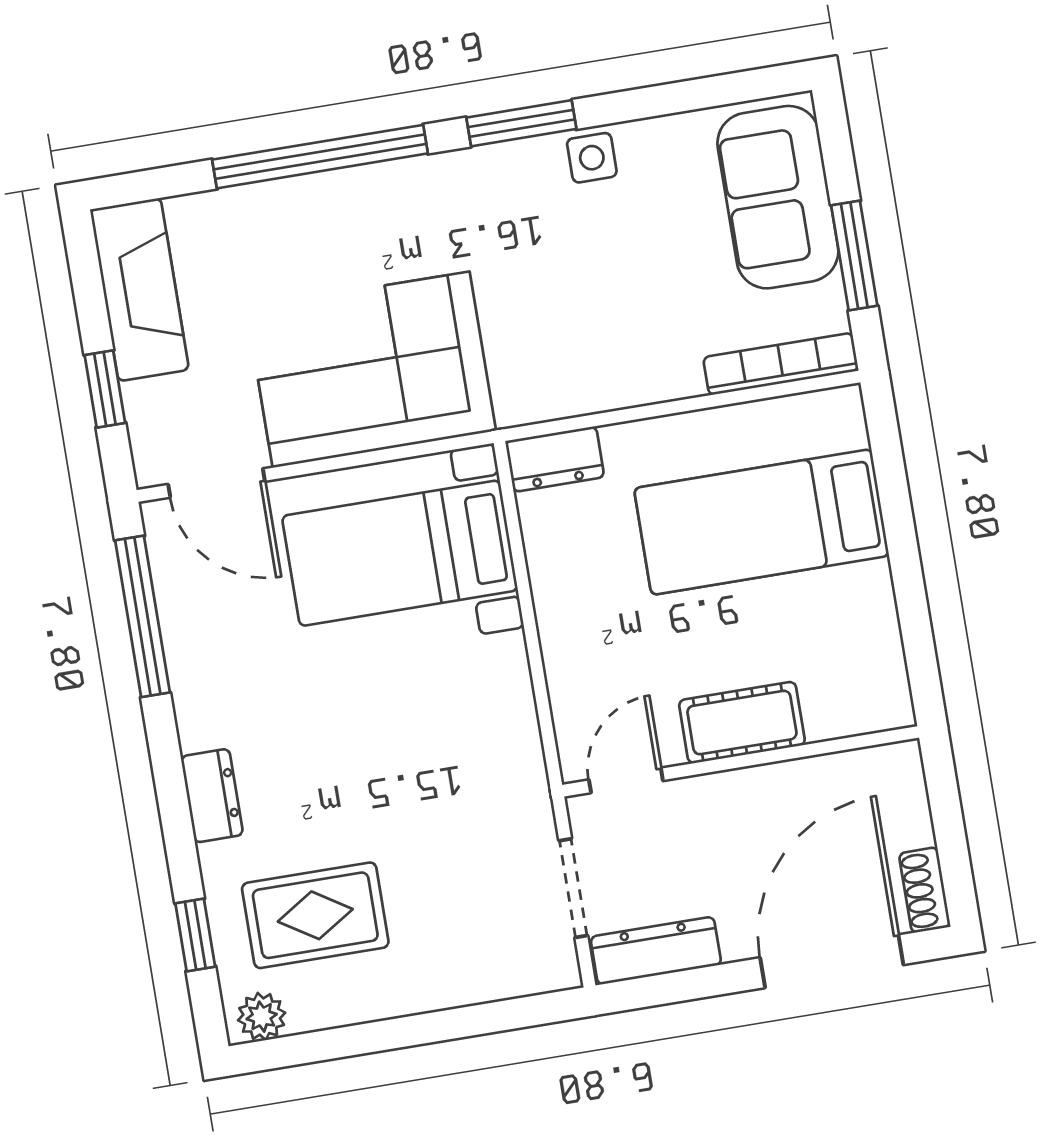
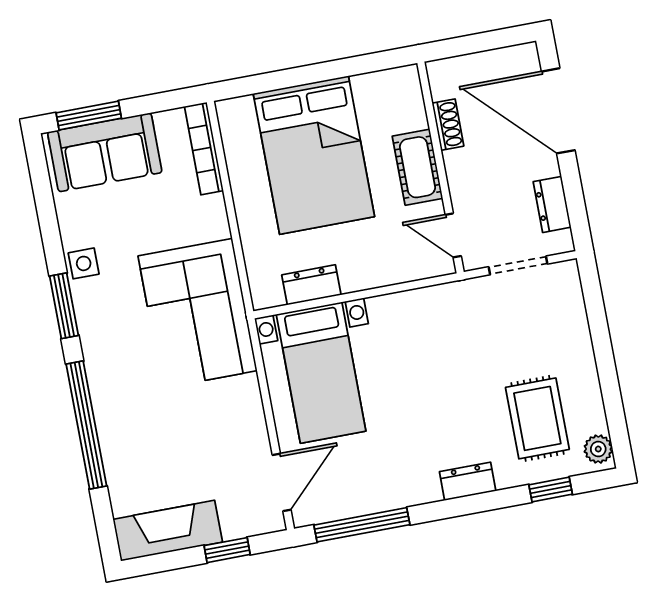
window: (854, 255) -> (89, 116), moved
corner sofa: (371, 370) -> (198, 313), moved
dresser: (555, 459) -> (311, 285), moved, turned -90
bed: (762, 522) -> (314, 155), width x1.50
shoe rack: (925, 890) -> (448, 125), moved, turned -90
dresser: (656, 951) -> (552, 204), width x0.70

